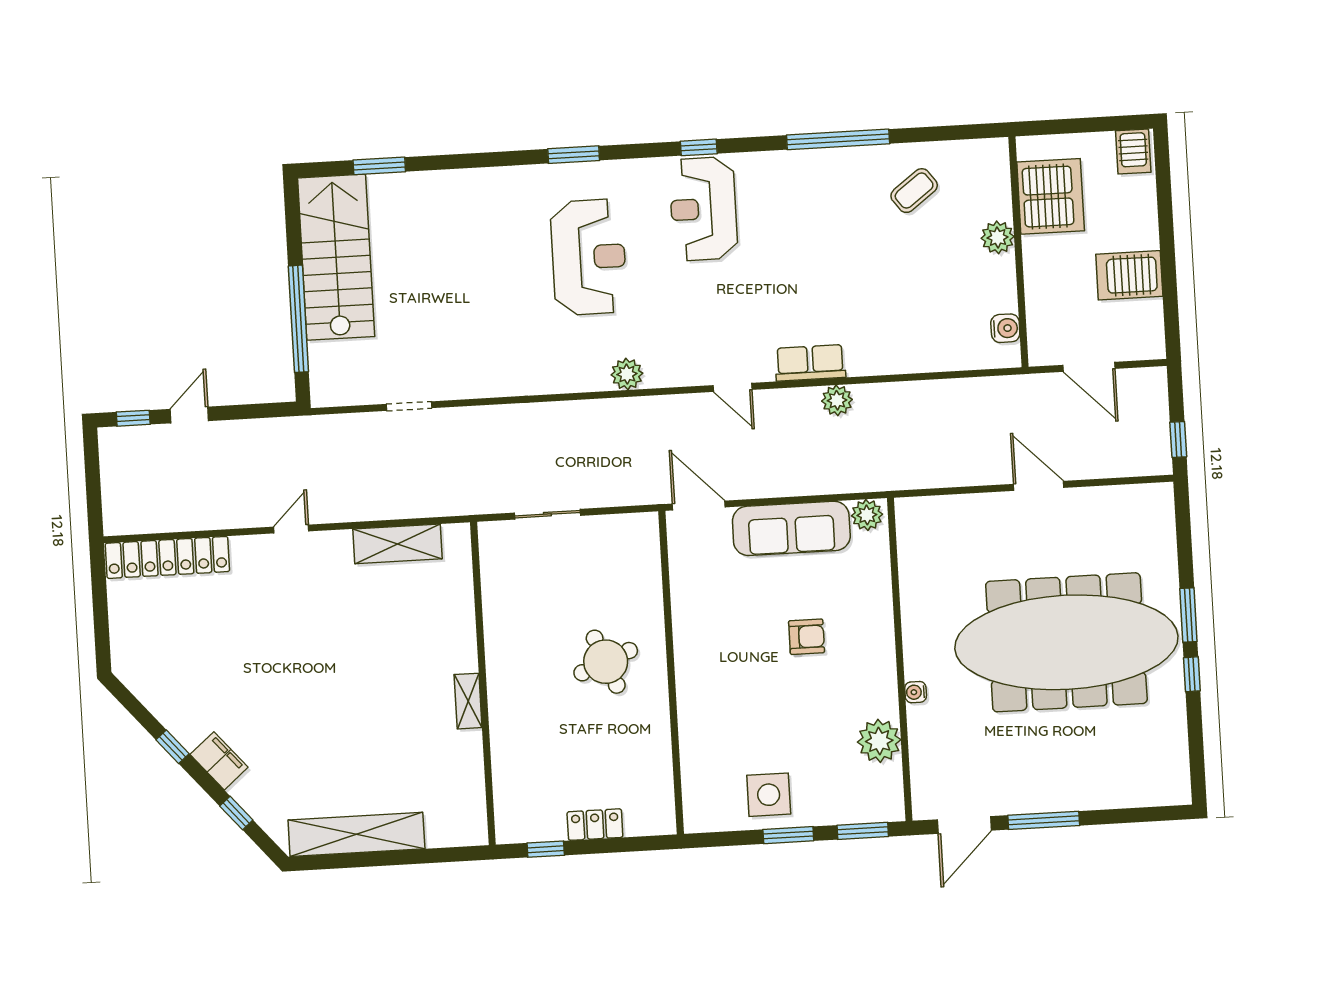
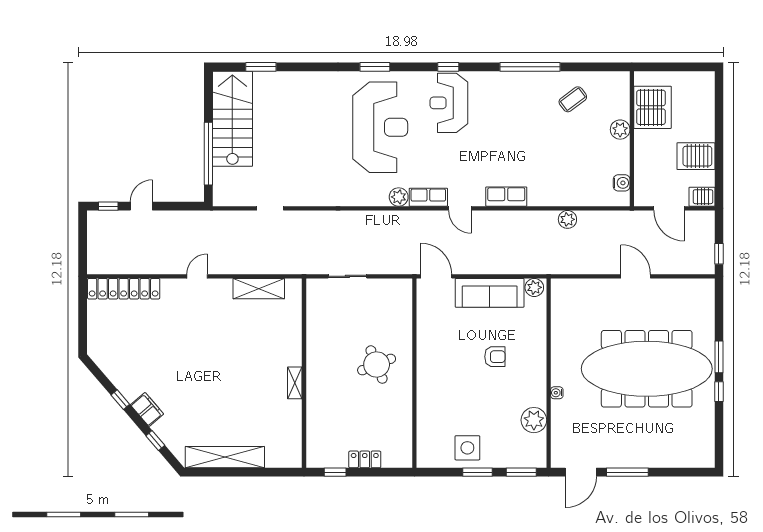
server rack: (1133, 152) -> (702, 197), moved, turned 90
reception desk: (589, 257) -> (380, 127), width x1.36, depth x1.30
row of seats: (678, 372) -> (428, 197), added
plant: (837, 400) -> (567, 219), moved

